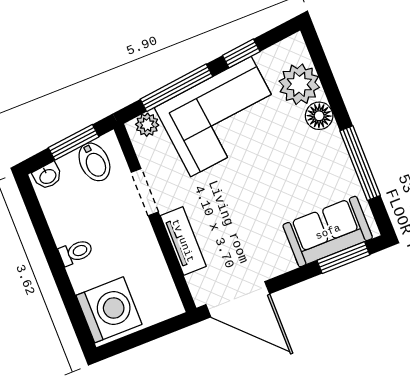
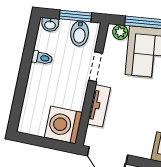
toilet: (76, 252) -> (42, 58), moved
washing machine: (109, 310) -> (63, 125), moved, turned 180

